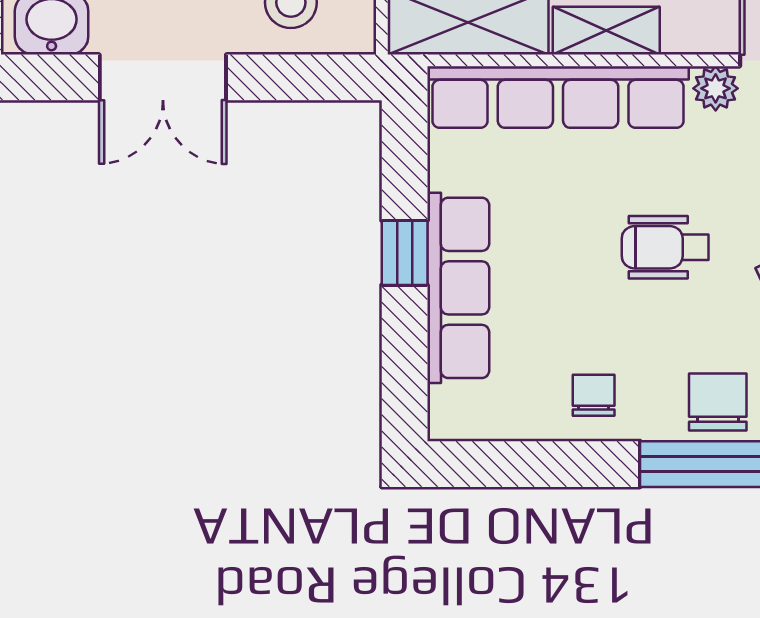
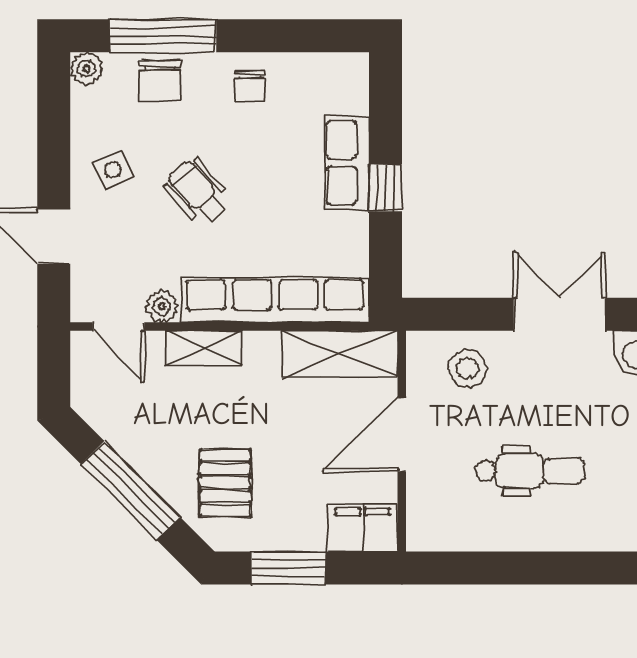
shelving: (606, 31) -> (204, 348), moved
wheelchair: (665, 247) -> (198, 192), turned -131
row of seats: (458, 288) -> (347, 163), width x0.68

